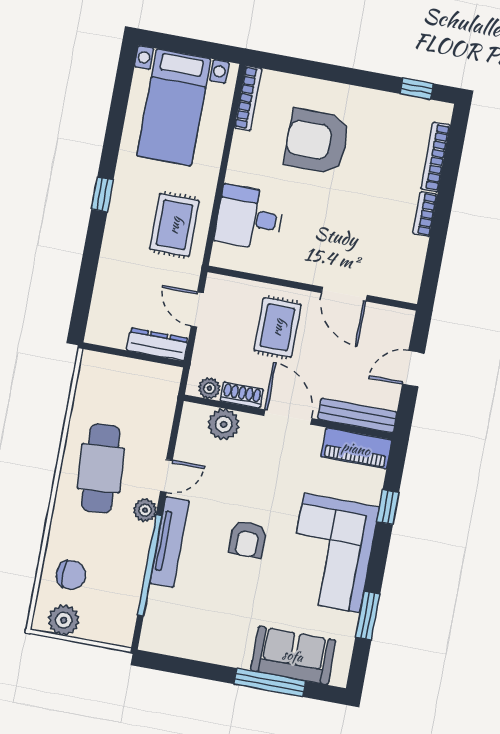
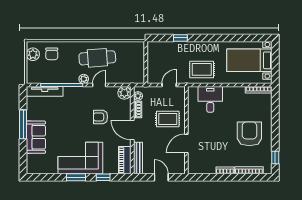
armchair: (317, 141) -> (249, 134), moved
window: (102, 194) -> (180, 38), moved
dresser: (157, 344) -> (152, 72), removed
door: (288, 417) -> (132, 130), swing flipped
plant: (224, 424) -> (124, 93), moved
door: (166, 476) -> (99, 85), swing flipped
armchair: (248, 539) -> (100, 117), moved
tv unit: (170, 542) -> (45, 91), moved
window: (368, 616) -> (76, 177), moved
sofa: (293, 655) -> (36, 137), moved
window: (270, 682) -> (23, 124), moved

